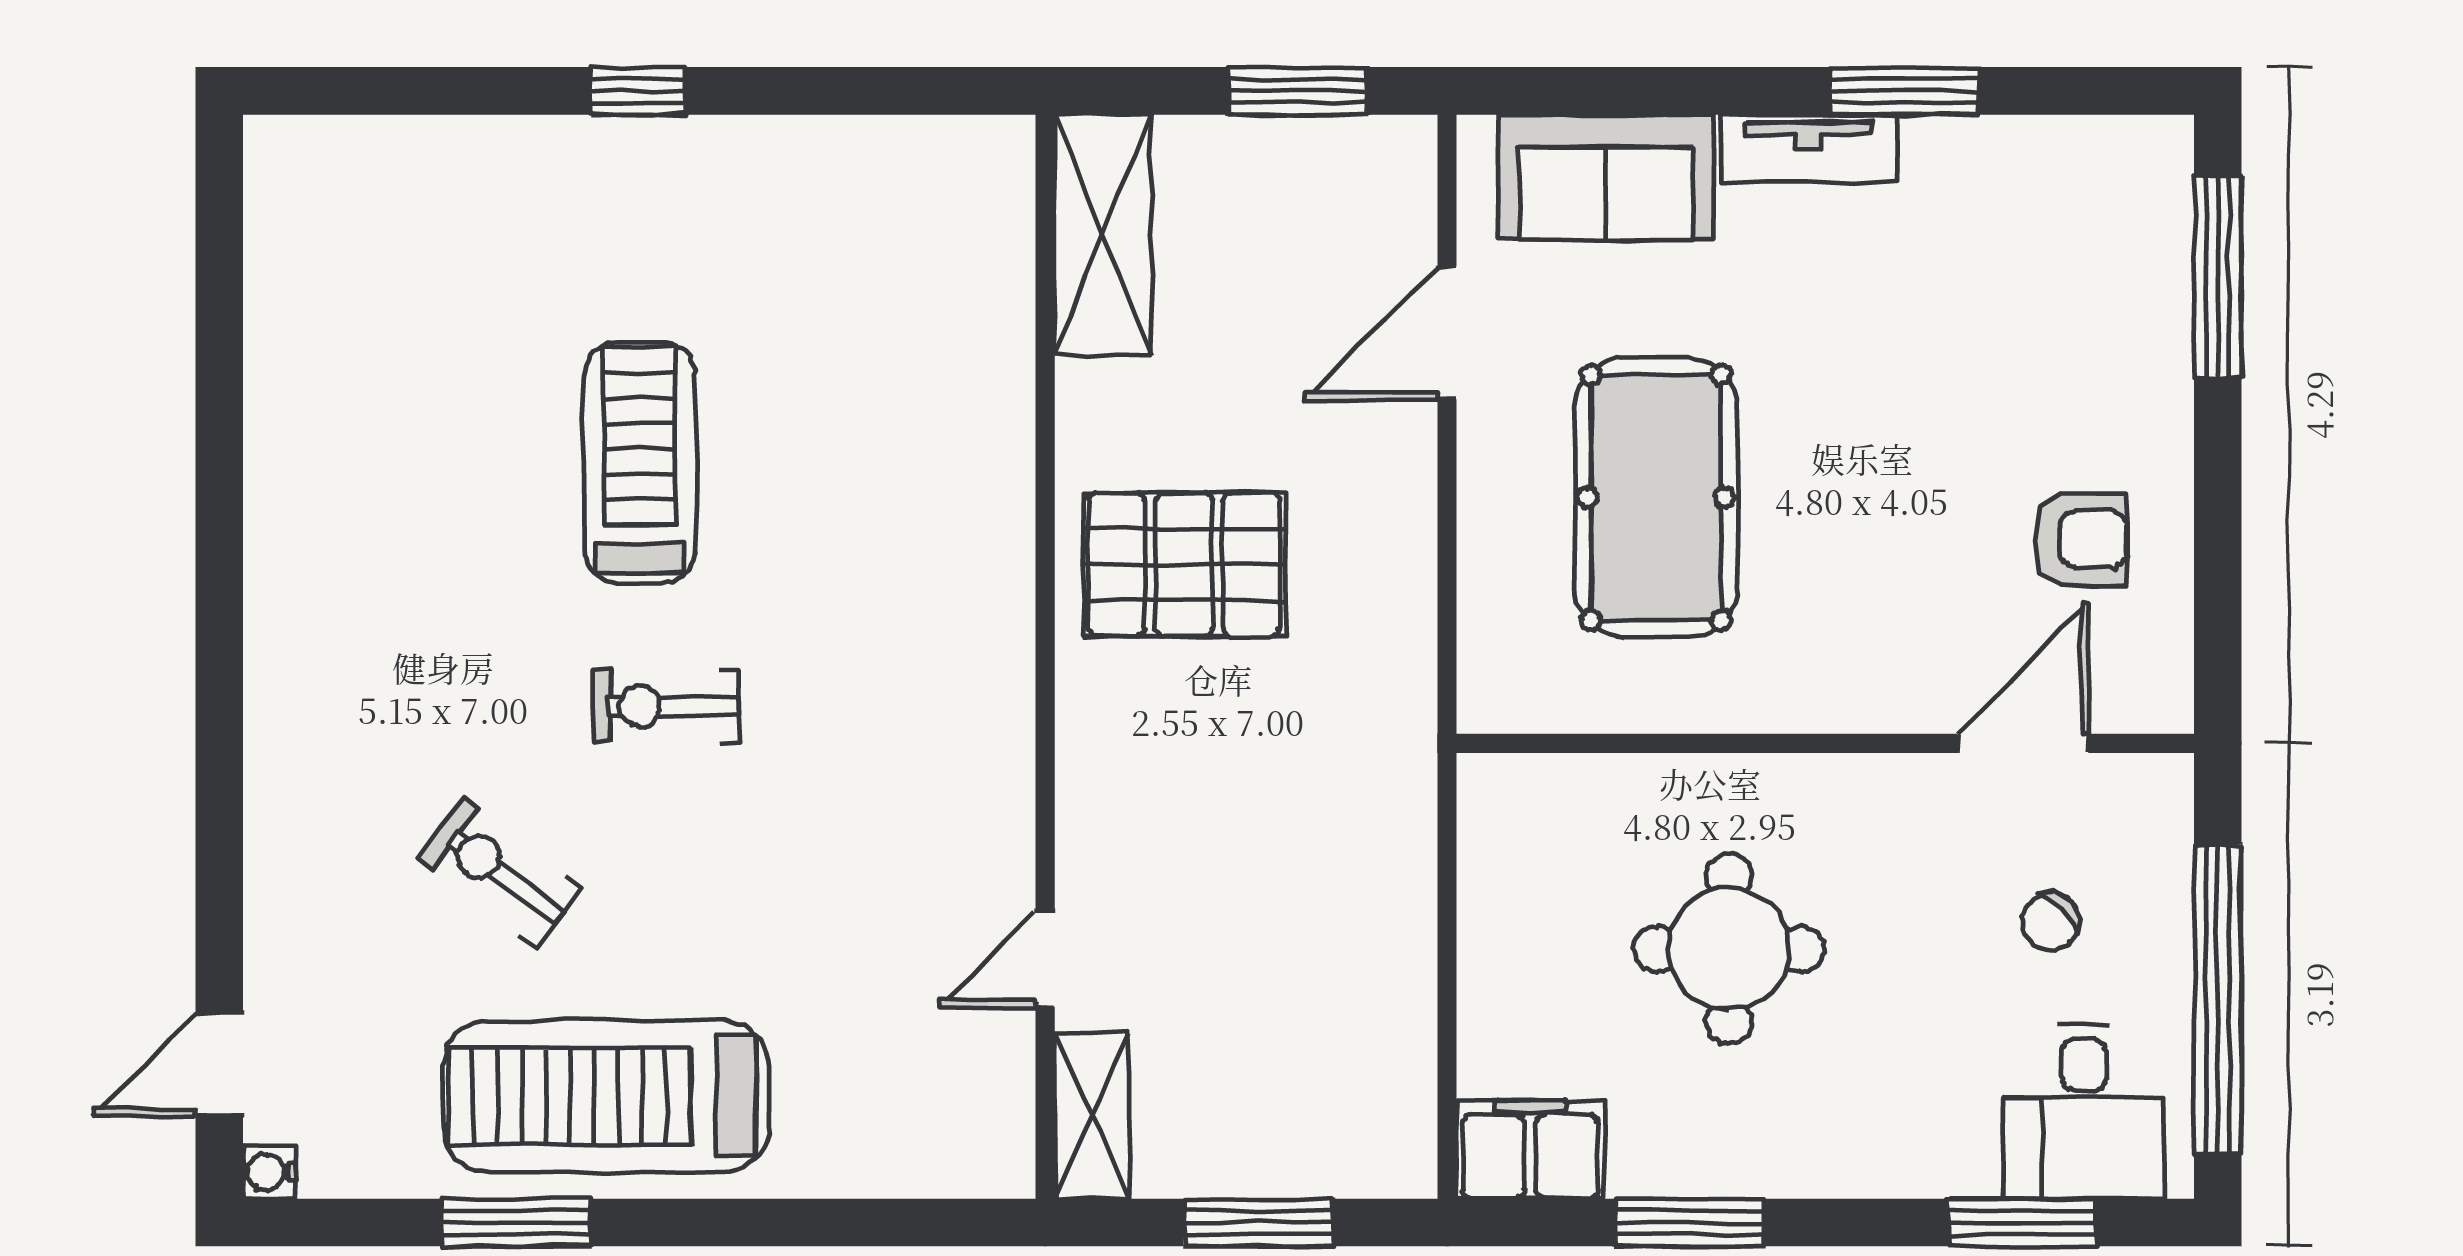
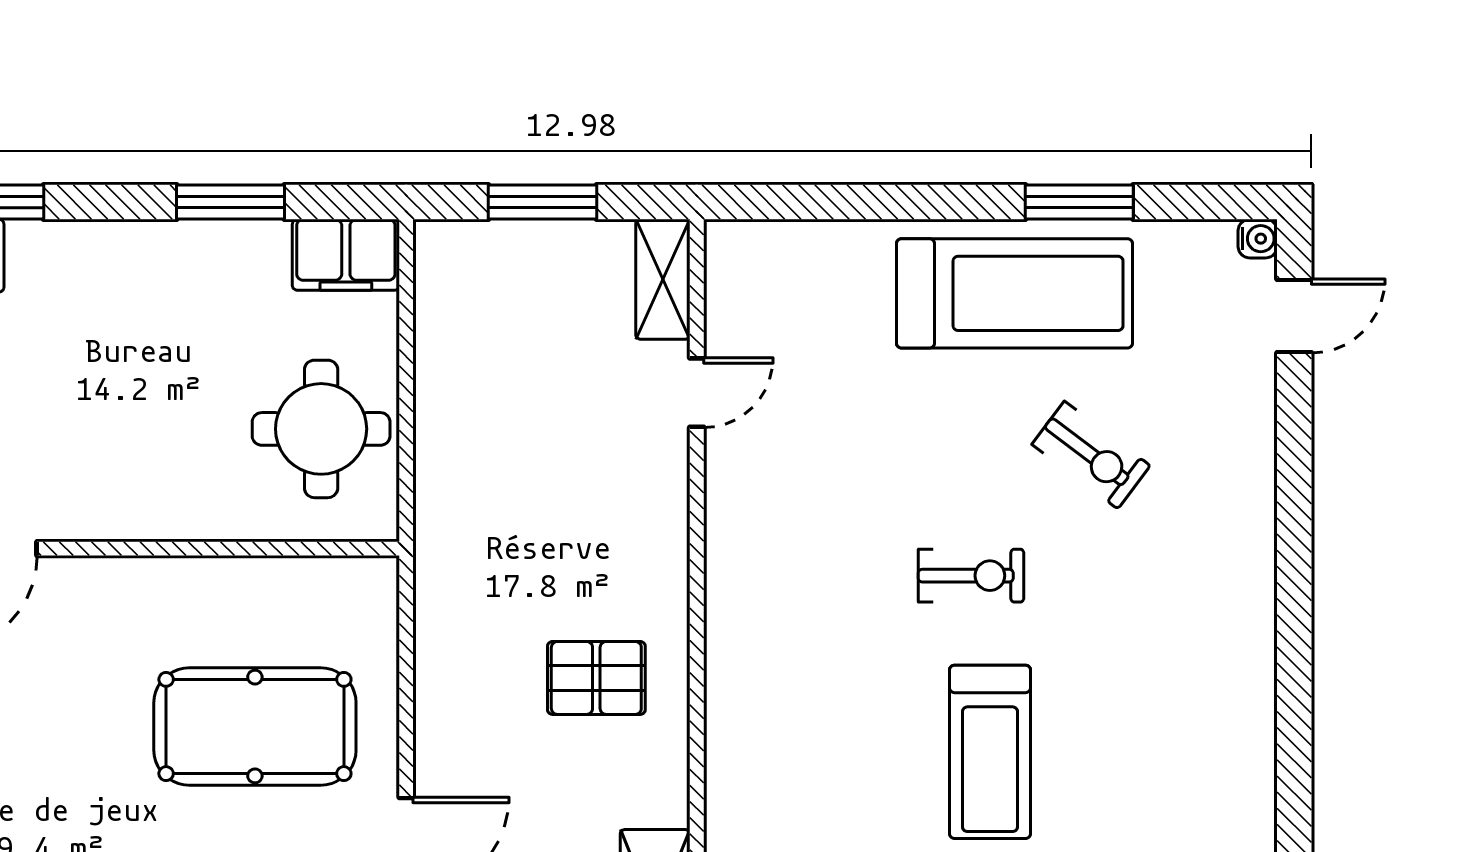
pool table: (1656, 497) -> (255, 726), turned 90
pallet: (1184, 565) -> (596, 678), width x0.67, depth x0.71
round table: (1729, 949) -> (321, 429), moved

